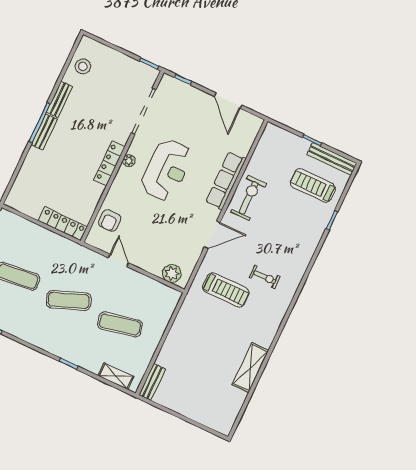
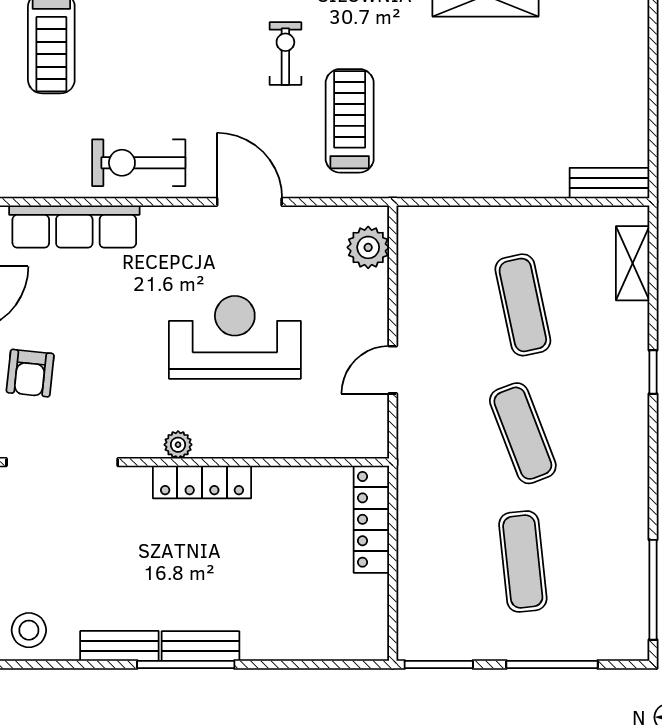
reception desk: (167, 170) -> (235, 337), moved
row of seats: (226, 181) -> (74, 227), moved
armchair: (110, 220) -> (30, 373), moved, turned 96

